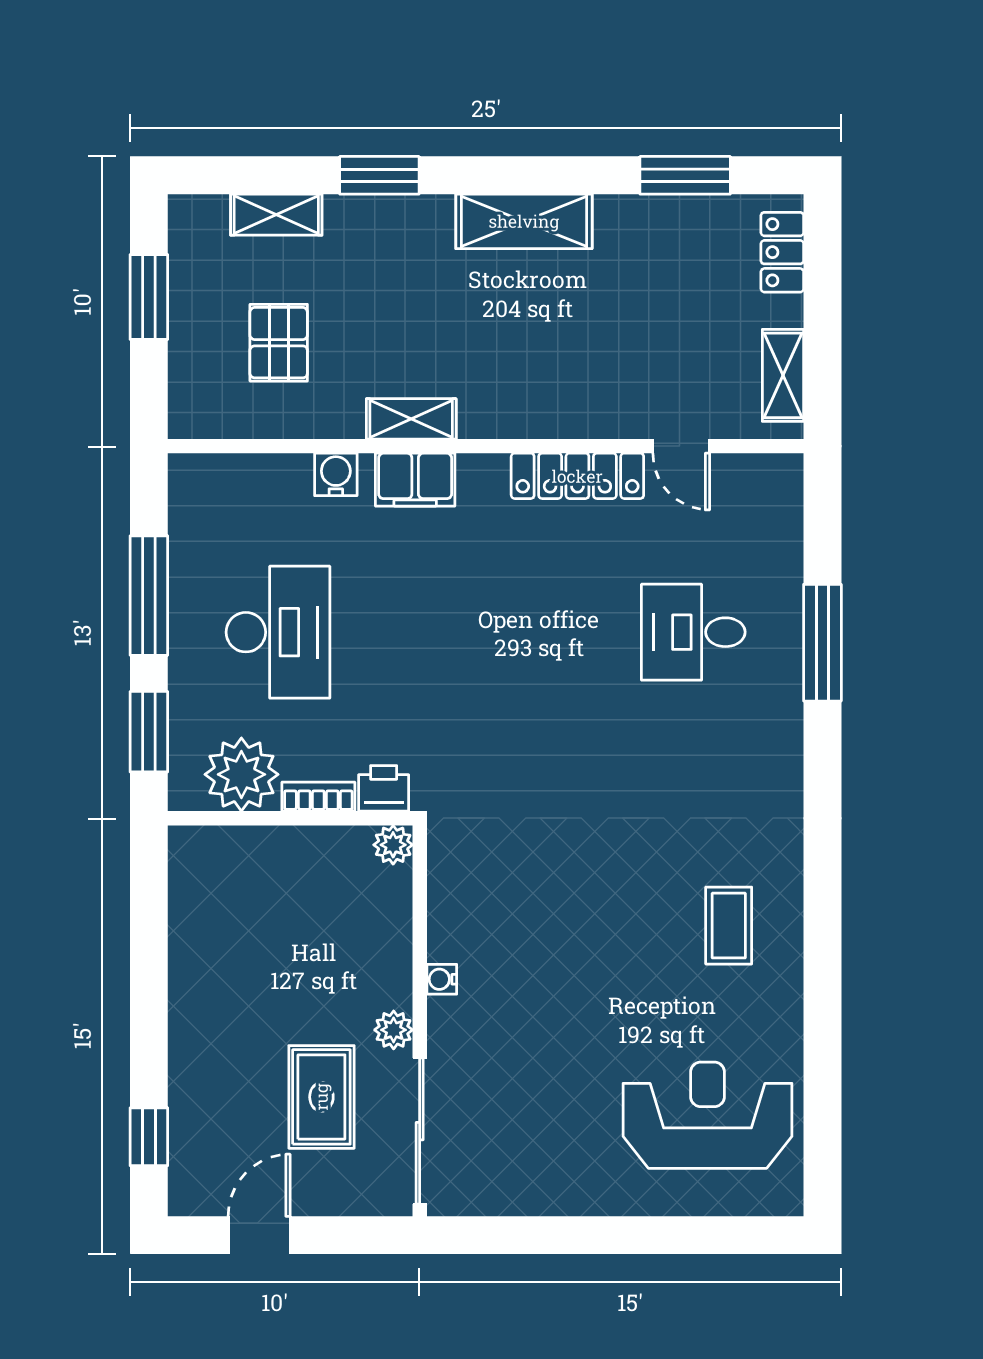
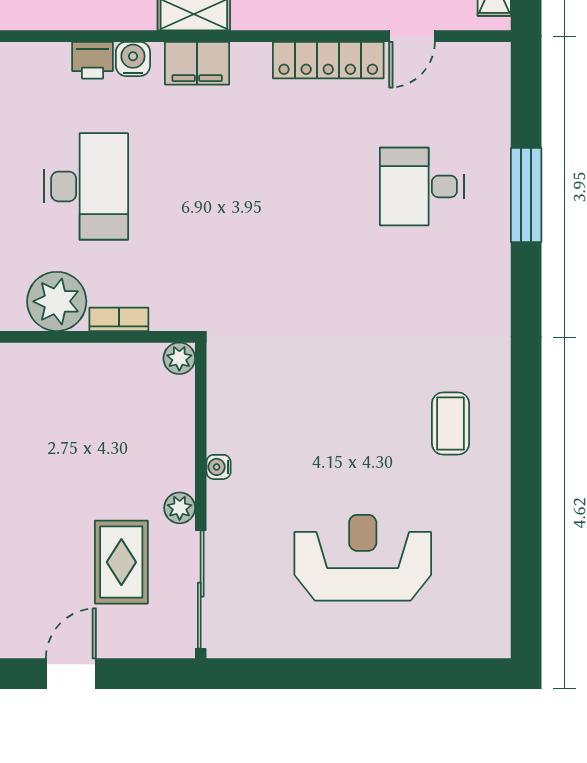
door: (681, 446) -> (412, 36), hinge flipped
printer: (384, 788) -> (92, 60), moved, turned 180
reception desk: (707, 1115) -> (363, 558), moved

